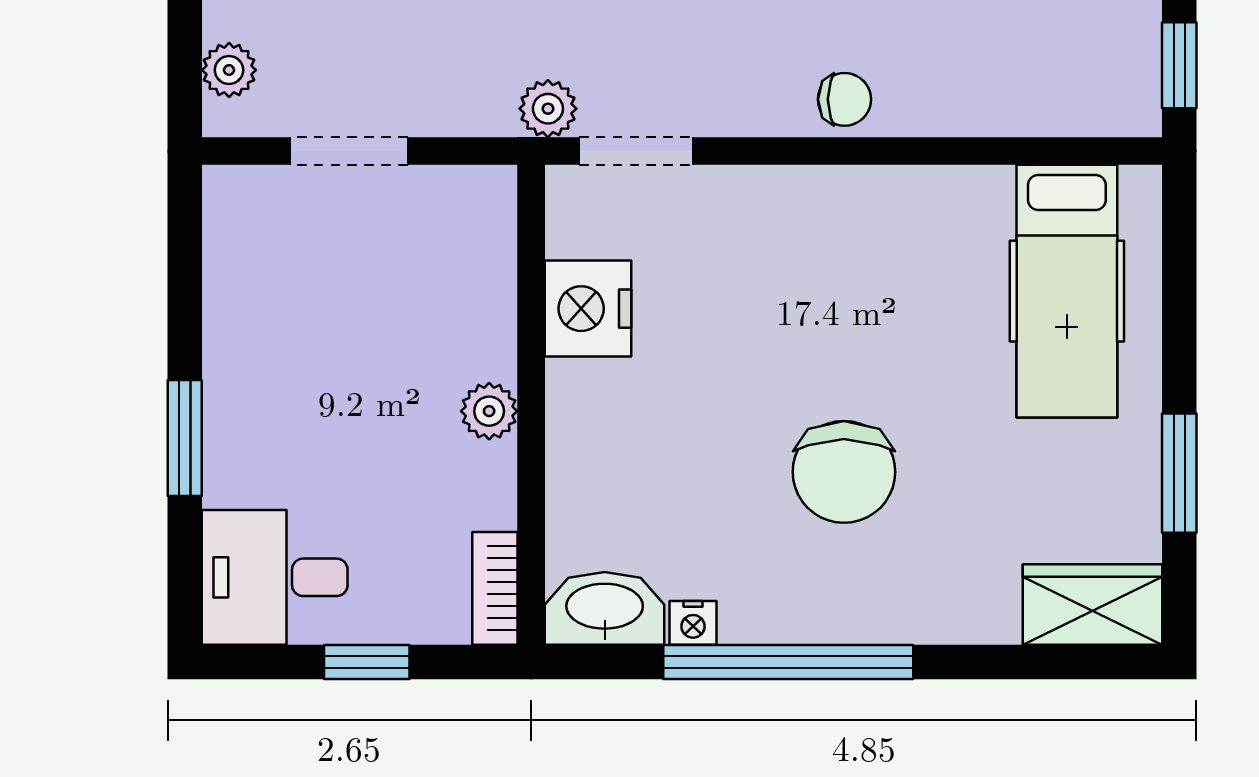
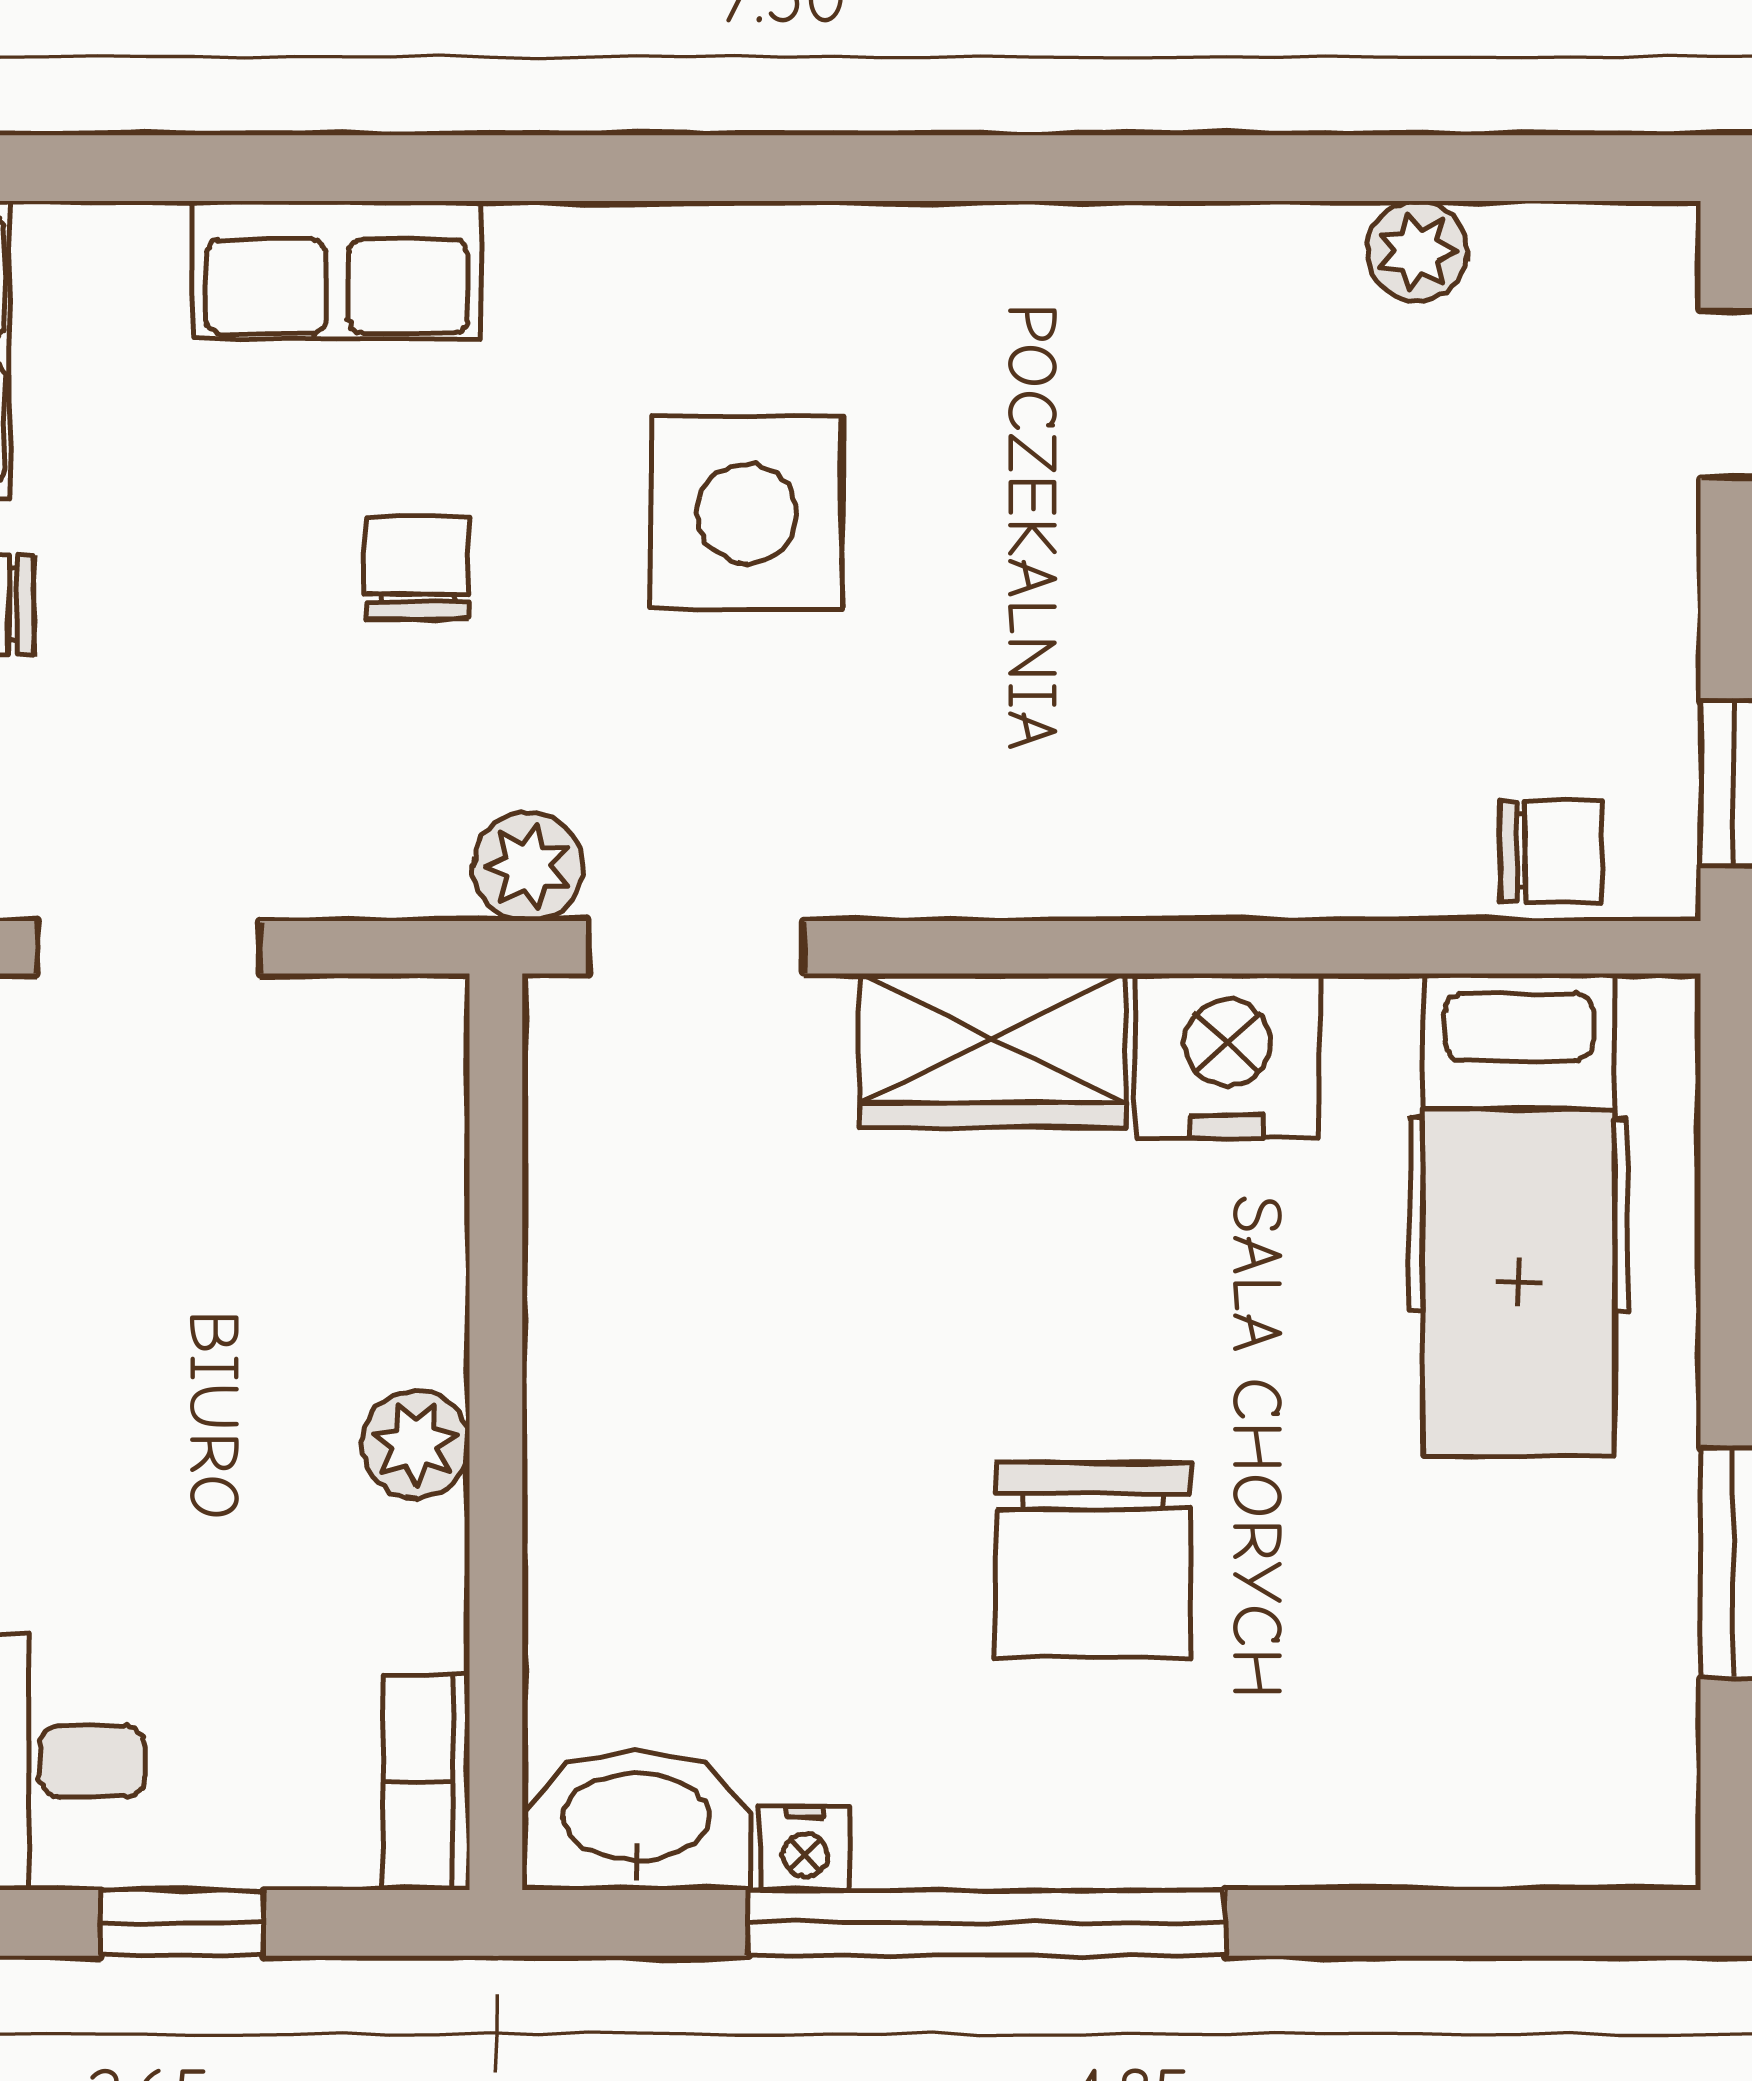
chair: (845, 99) -> (1551, 851), moved
nightstand: (588, 309) -> (1227, 1056), moved, turned 90
wardrobe: (1093, 604) -> (992, 1051), moved, turned 180

